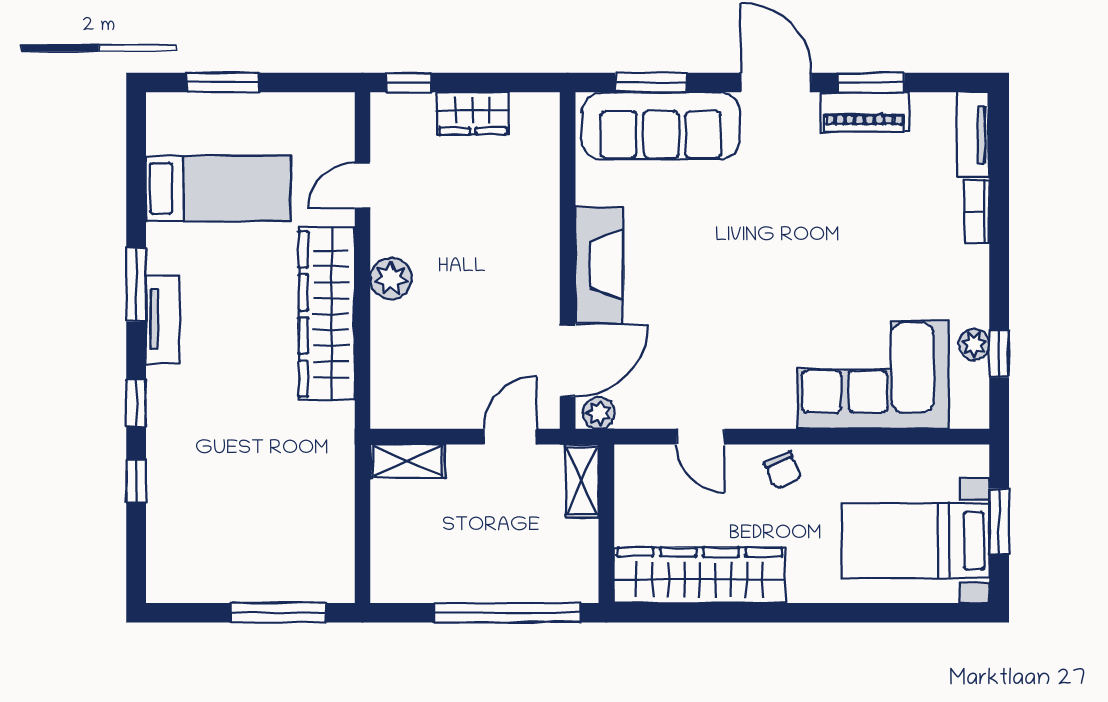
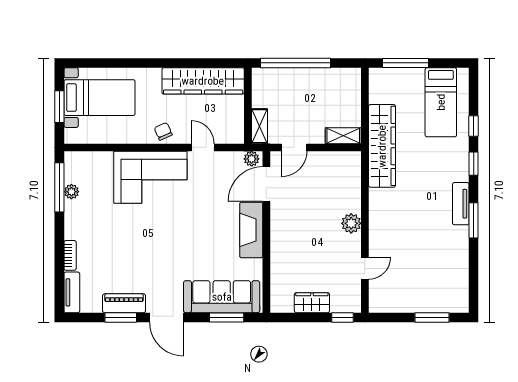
bed: (218, 188) -> (441, 102), moved, turned -90
wardrobe: (327, 314) -> (382, 146), moved
window: (999, 354) -> (59, 187), width x2.17
corner sofa: (873, 375) -> (150, 177), moved

